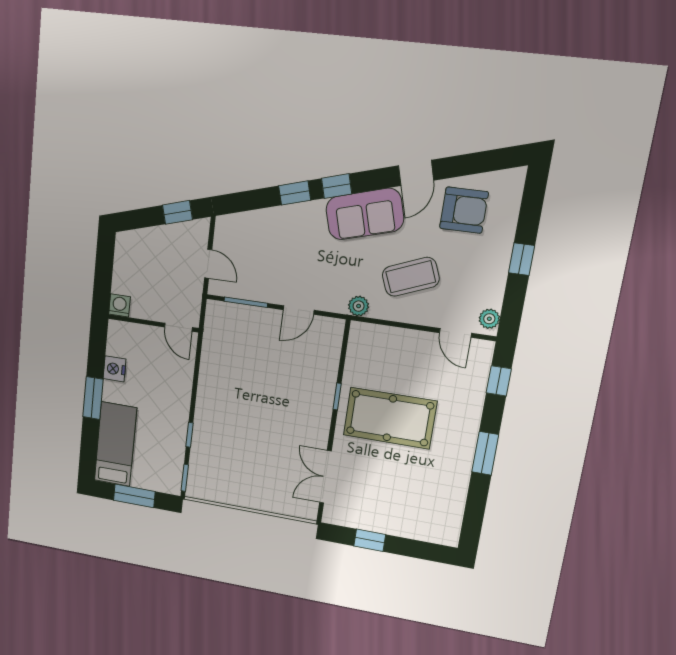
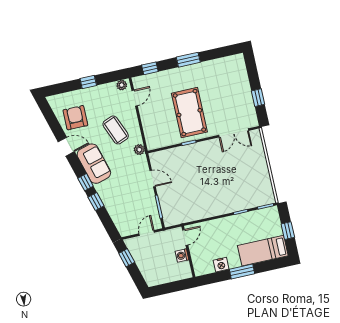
washing machine: (119, 305) -> (182, 255), moved
window: (134, 496) -> (288, 231), width x0.67

